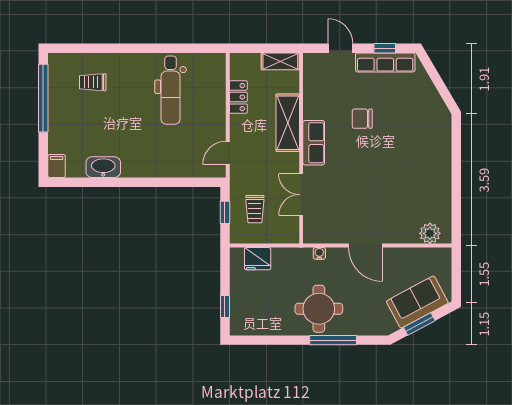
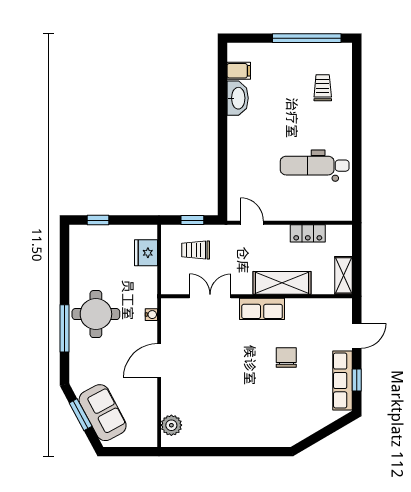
filing cabinet: (57, 166) -> (239, 71), moved

